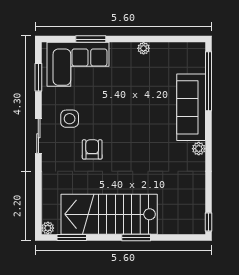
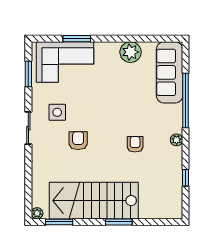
plant: (144, 48) -> (131, 52), width x1.87, depth x1.87
window: (208, 81) -> (186, 100), moved
sofa: (191, 107) -> (170, 72), moved
armchair: (154, 153) -> (135, 144), added
window: (208, 222) -> (186, 178), moved

